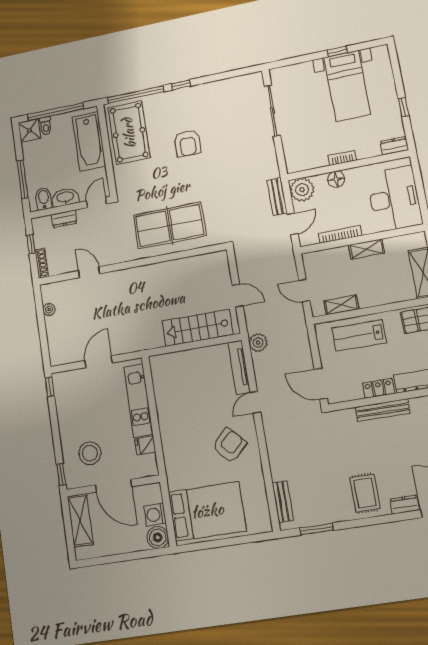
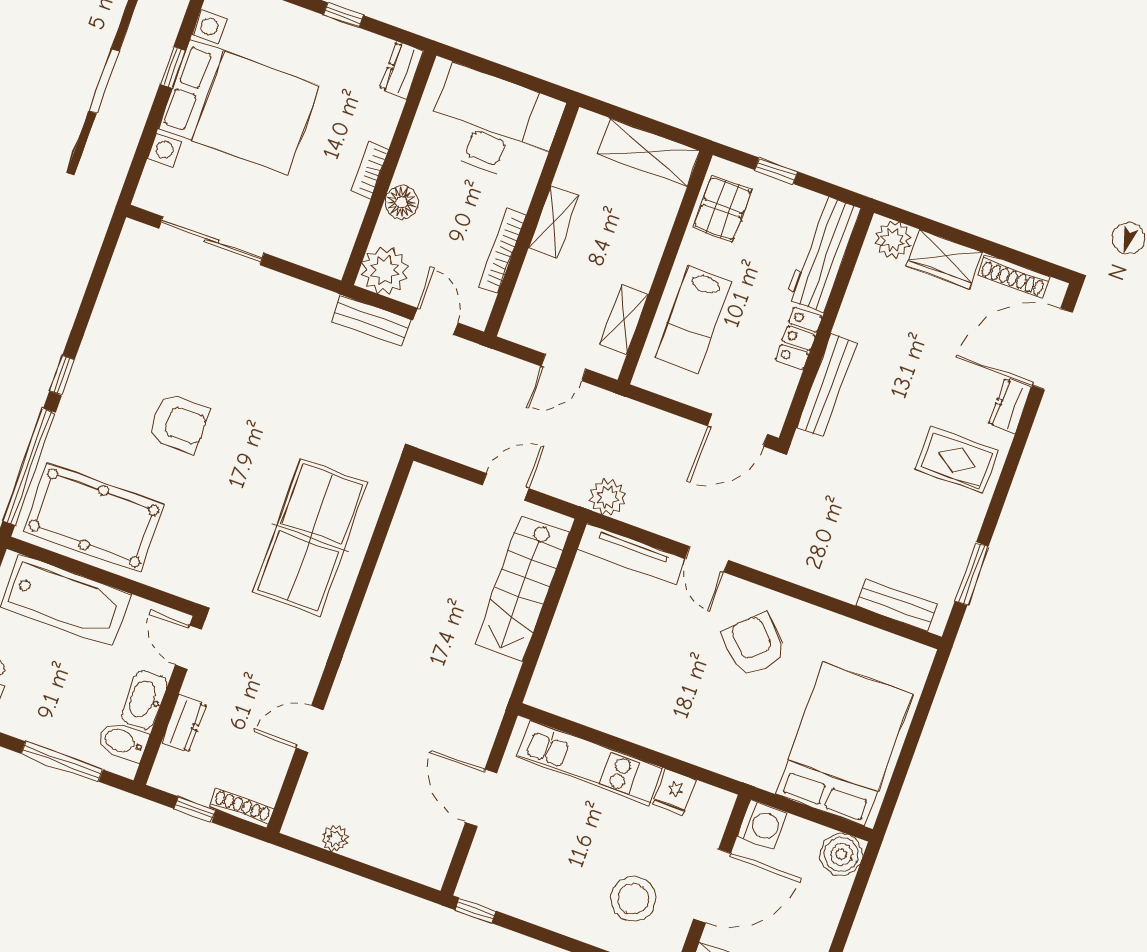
bed with nightstands: (347, 86) -> (239, 107), width x1.36
bench: (383, 410) -> (827, 385), moved
washing machine: (155, 515) -> (762, 825), moved, turned -90

